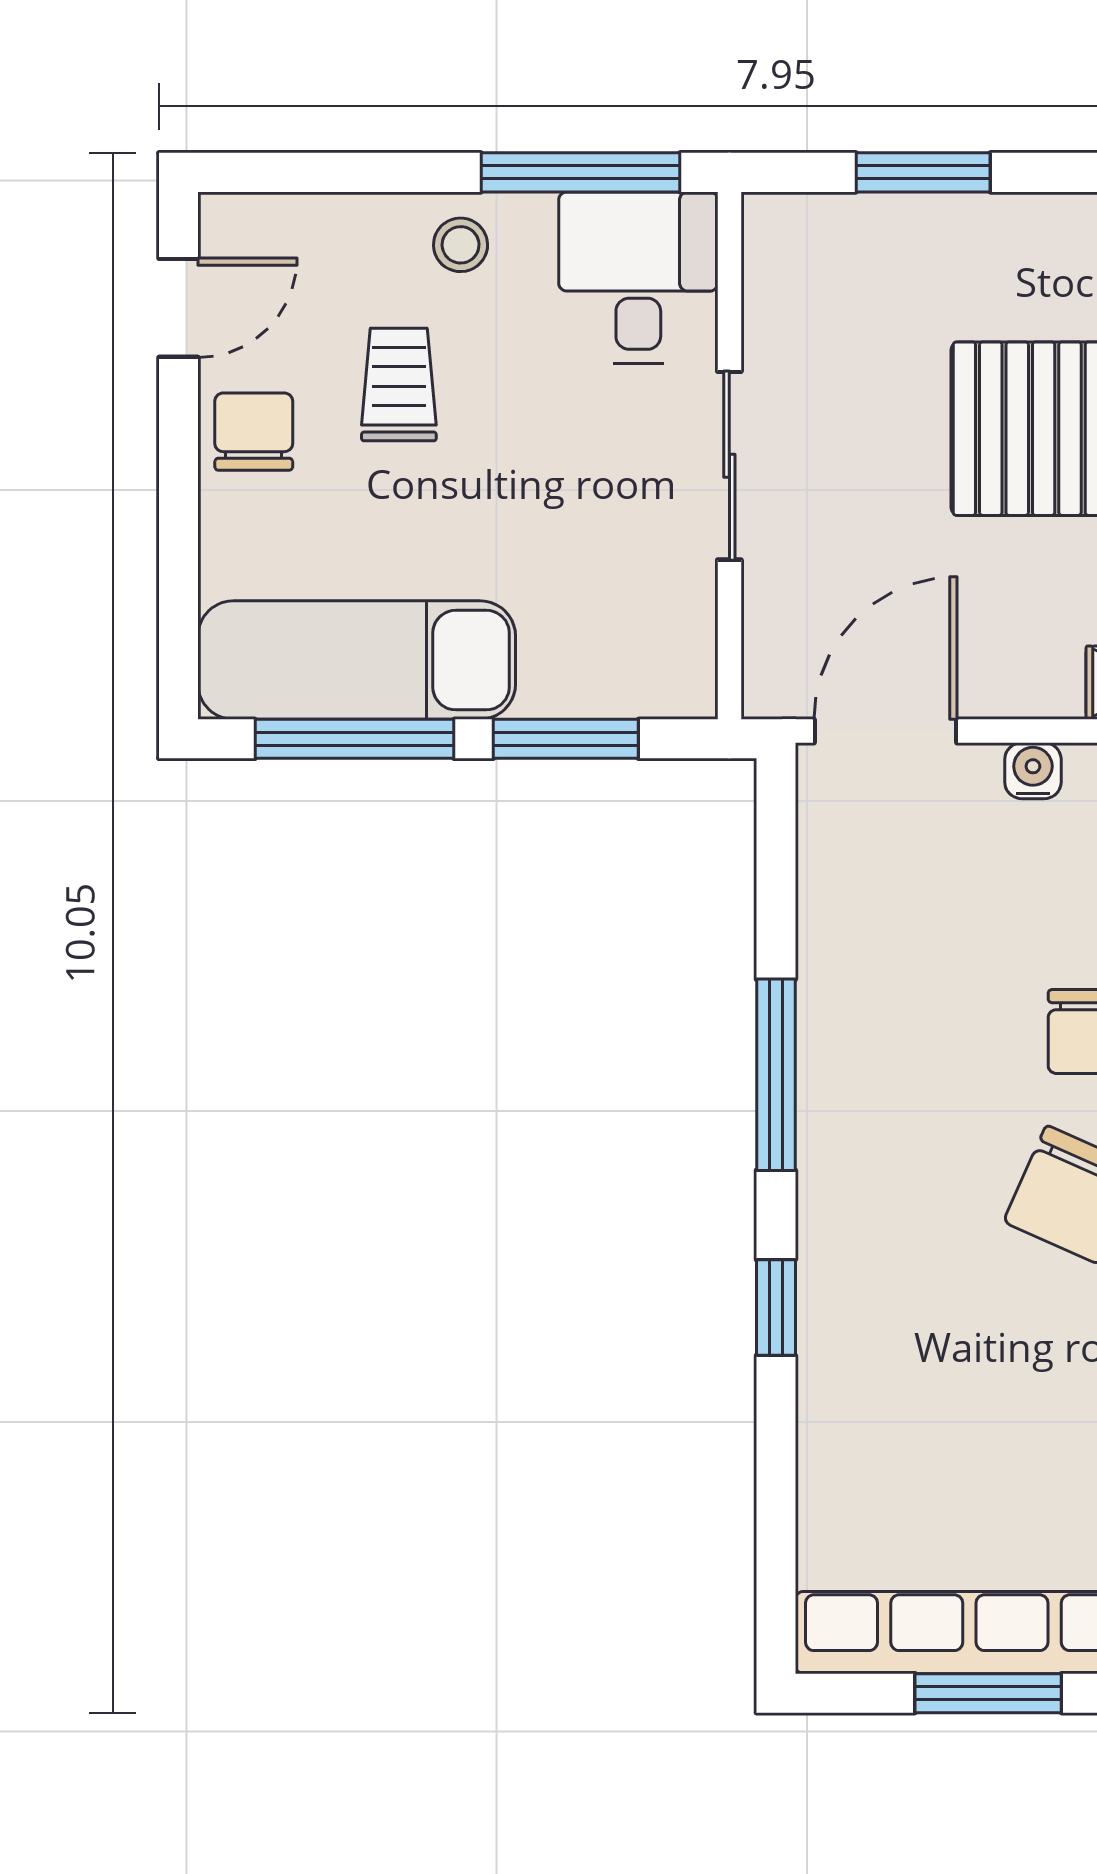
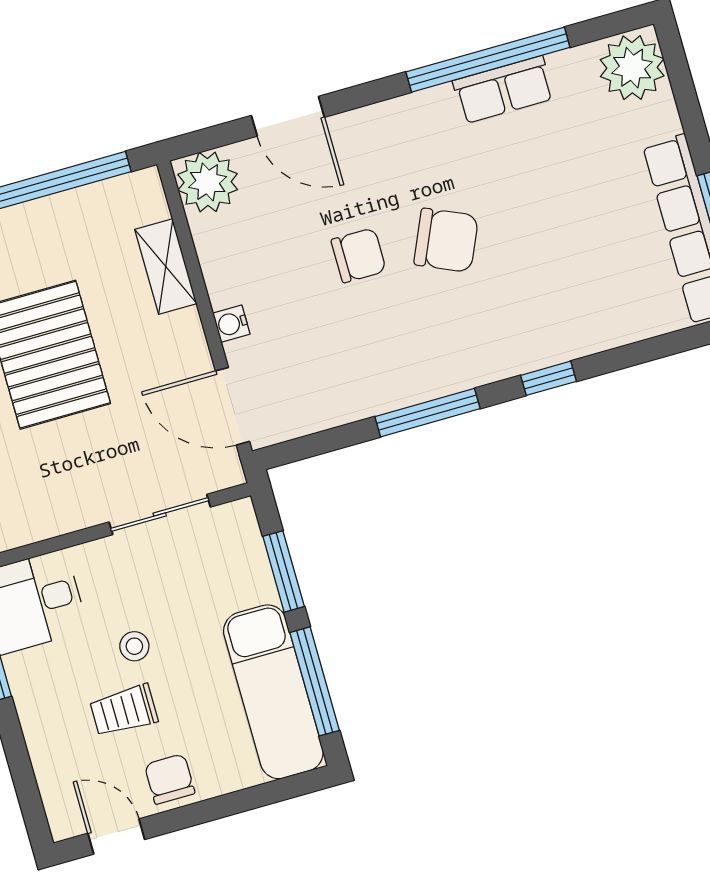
stool: (461, 245) -> (134, 646), moved
chair: (254, 432) -> (170, 779), turned 90
sliding door: (729, 466) -> (160, 515), moved

